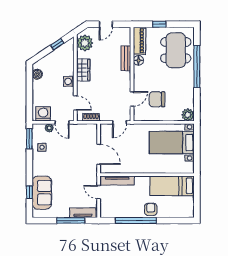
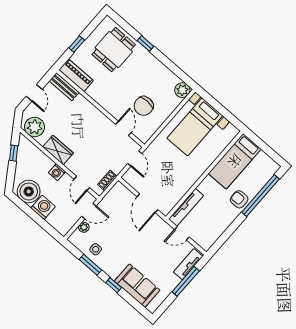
dining table: (176, 50) -> (114, 50), width x0.73
bench: (126, 58) -> (64, 87), moved
floor lamp: (138, 60) -> (93, 92), removed
window: (197, 67) -> (145, 43), width x0.32
boiler: (37, 74) -> (29, 191), width x1.86, depth x1.86
door: (75, 103) -> (82, 183), swing flipped
washing machine: (43, 114) -> (43, 207), moved, turned 90
window: (29, 139) -> (90, 265), moved
door: (99, 154) -> (147, 203), swing flipped
window: (29, 192) -> (114, 285), moved
window: (136, 221) -> (260, 196), moved

